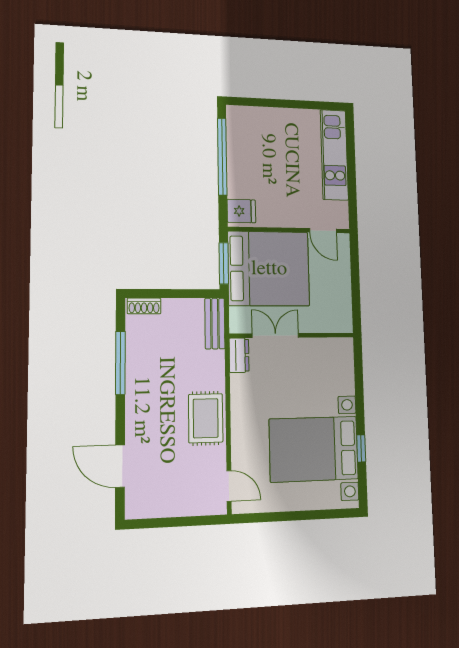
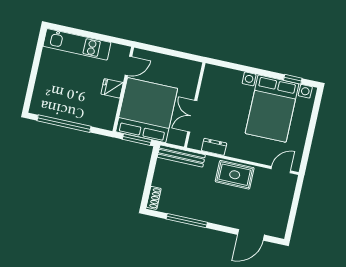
fridge: (241, 211) -> (112, 88), moved, turned -90
bench: (215, 324) -> (181, 156), width x1.36
dresser: (239, 355) -> (214, 147), moved
window: (361, 448) -> (293, 79), moved

